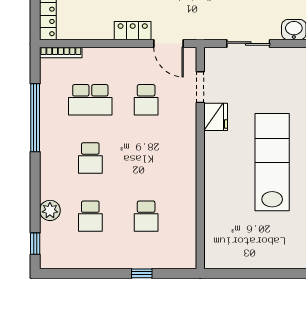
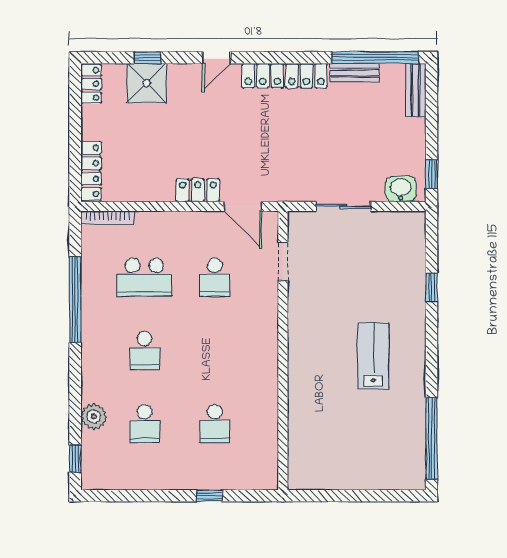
fridge: (216, 117) -> (302, 299), removed
lab bench: (272, 162) -> (373, 356), width x0.54, depth x0.72

